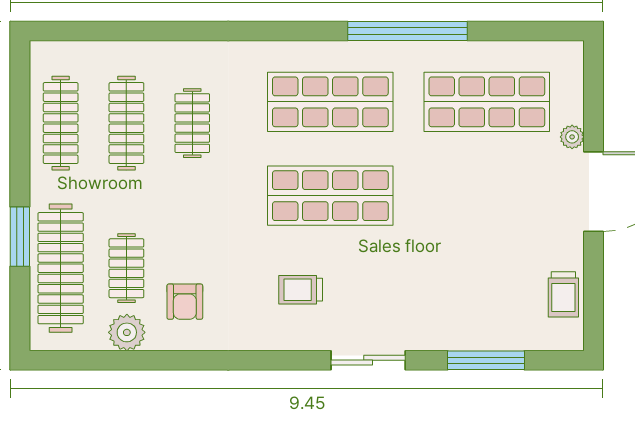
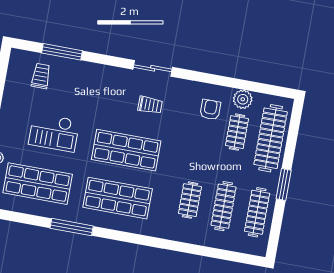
window: (407, 31) -> (72, 227), width x0.68
checkout: (473, 205) -> (54, 132), added
window: (20, 237) -> (284, 184), moved
trolley: (563, 294) -> (41, 76), moved
sliding door: (368, 360) -> (153, 68), moved

